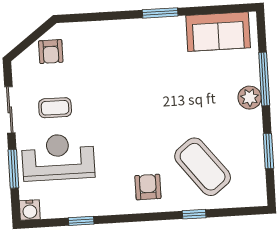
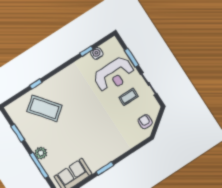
armchair: (148, 187) -> (65, 84), removed
water cooler: (30, 210) -> (97, 53), moved

